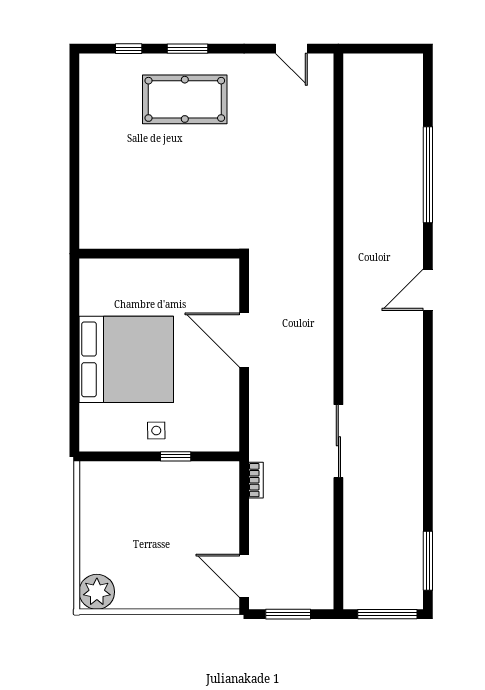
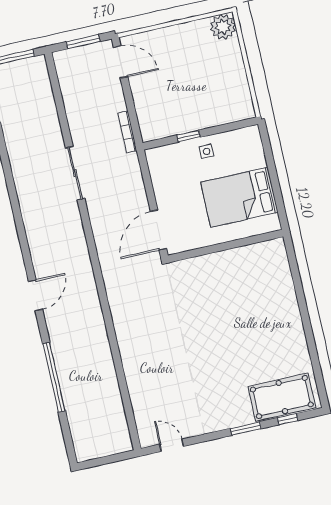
pool table: (185, 99) -> (282, 397), moved
wall: (159, 254) -> (226, 246), moved
door: (244, 340) -> (158, 230), swing flipped
bed: (126, 359) -> (239, 197), width x0.73
bookcase: (256, 480) -> (127, 132), width x1.56

